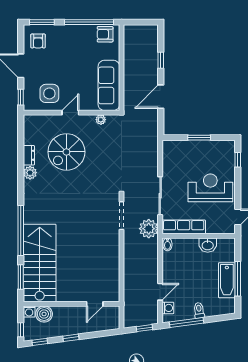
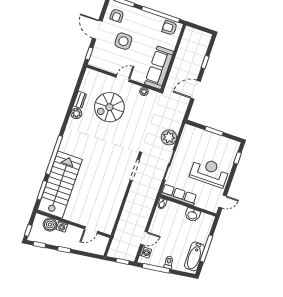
side table: (49, 93) -> (123, 41), moved
plant: (149, 229) -> (169, 137), moved
bathtub: (227, 280) -> (194, 256), moved
washing machine: (29, 311) -> (62, 227), moved

